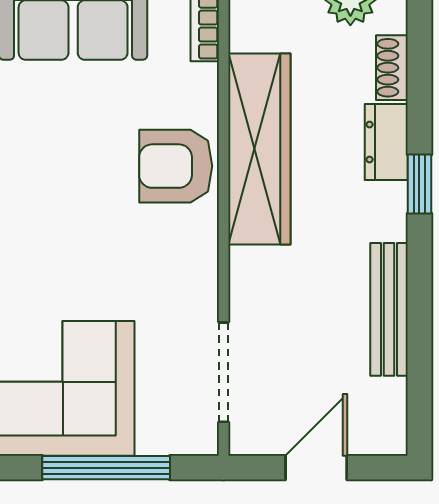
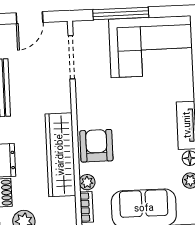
plant: (201, 83) -> (87, 182), added
armchair: (176, 166) -> (96, 146), turned -90

